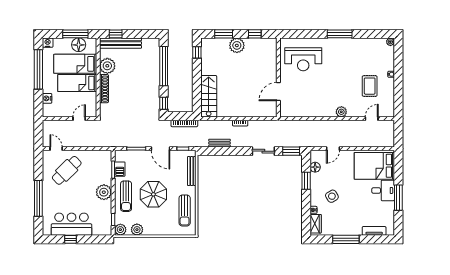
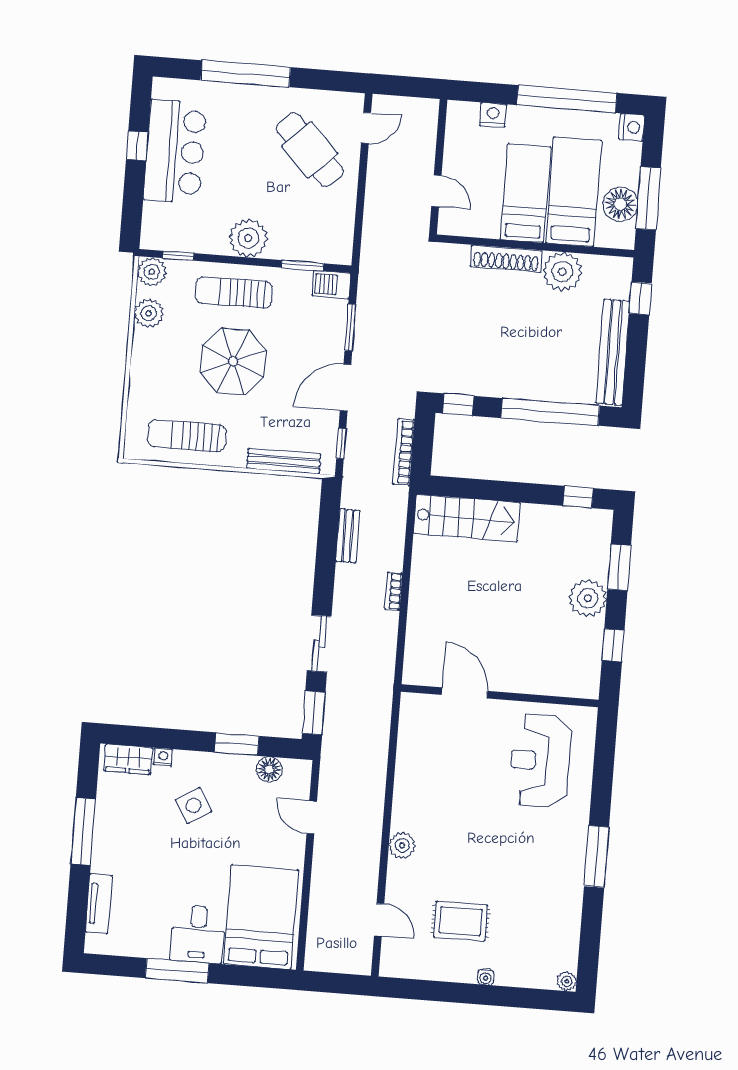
bench: (120, 43) -> (613, 352), moved
barbecue: (120, 169) -> (331, 285), moved

